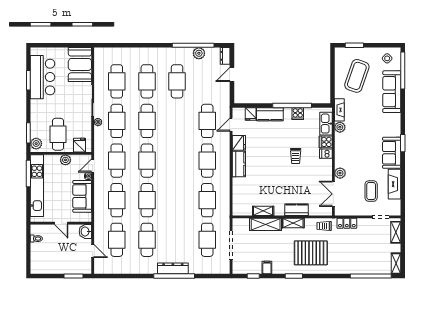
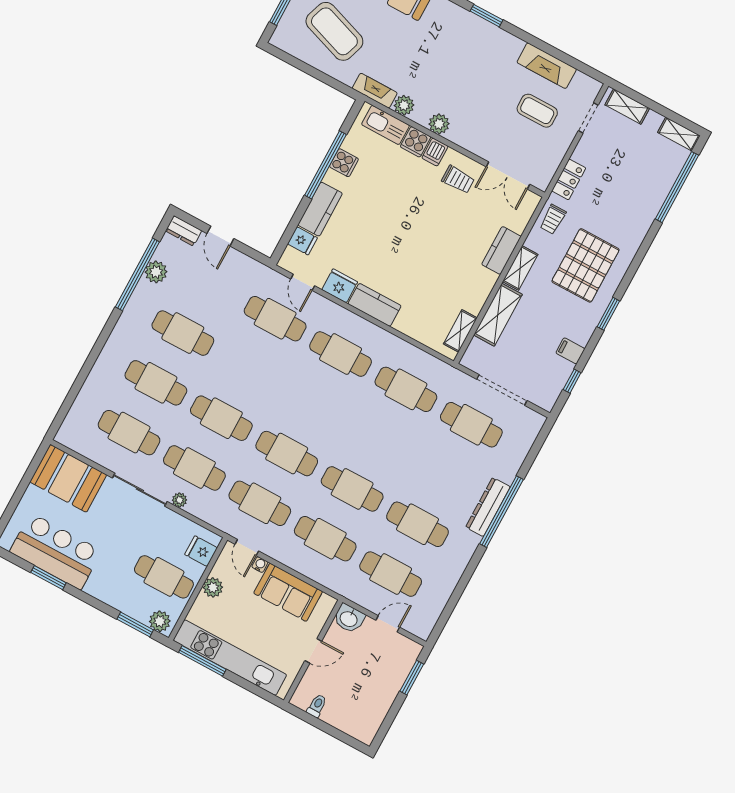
sofa: (392, 153) -> (492, 42), removed
trolley: (296, 156) -> (458, 180), moved
plant: (340, 173) -> (439, 124), moved
shelving: (263, 211) -> (460, 331), moved

